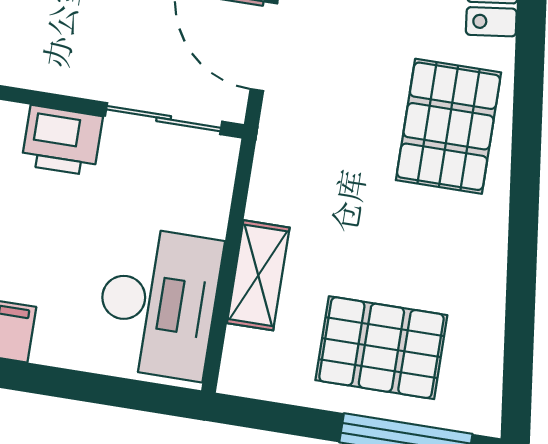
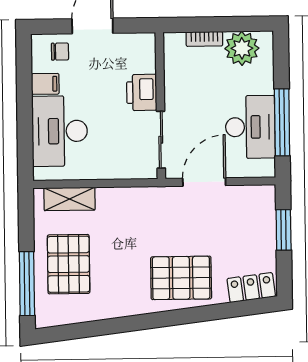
shelving: (258, 275) -> (70, 199), moved
desk: (158, 303) -> (60, 131), moved, turned 90

